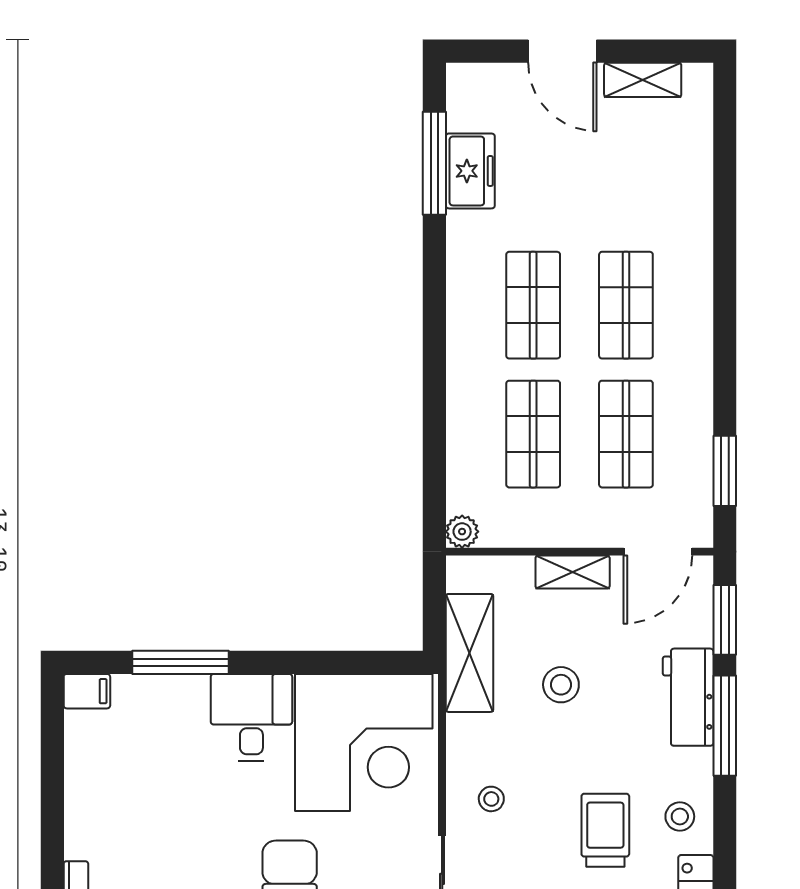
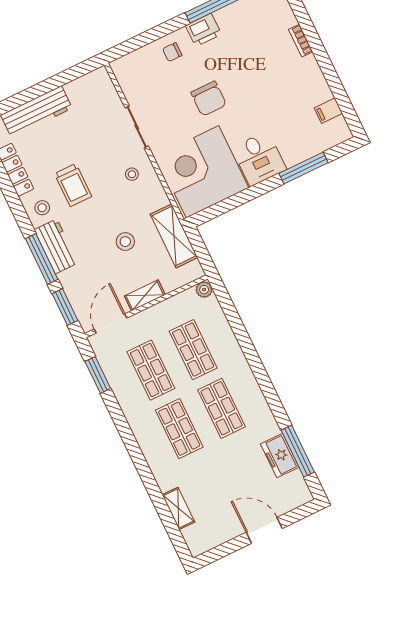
shelving: (643, 80) -> (178, 508), moved, turned 90
filing cabinet: (87, 691) -> (328, 111), moved
workbench: (688, 697) -> (56, 246), moved

